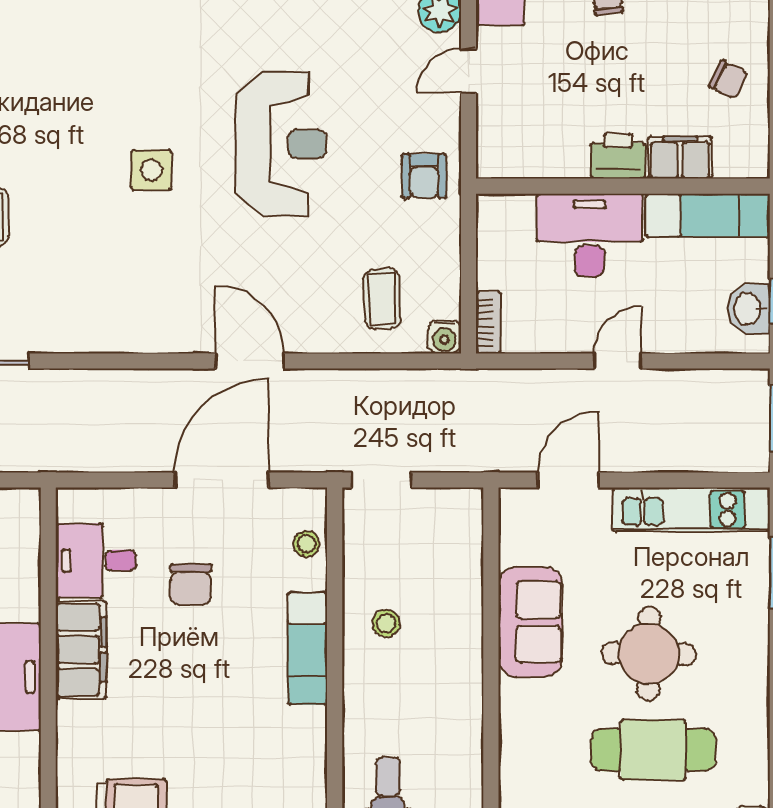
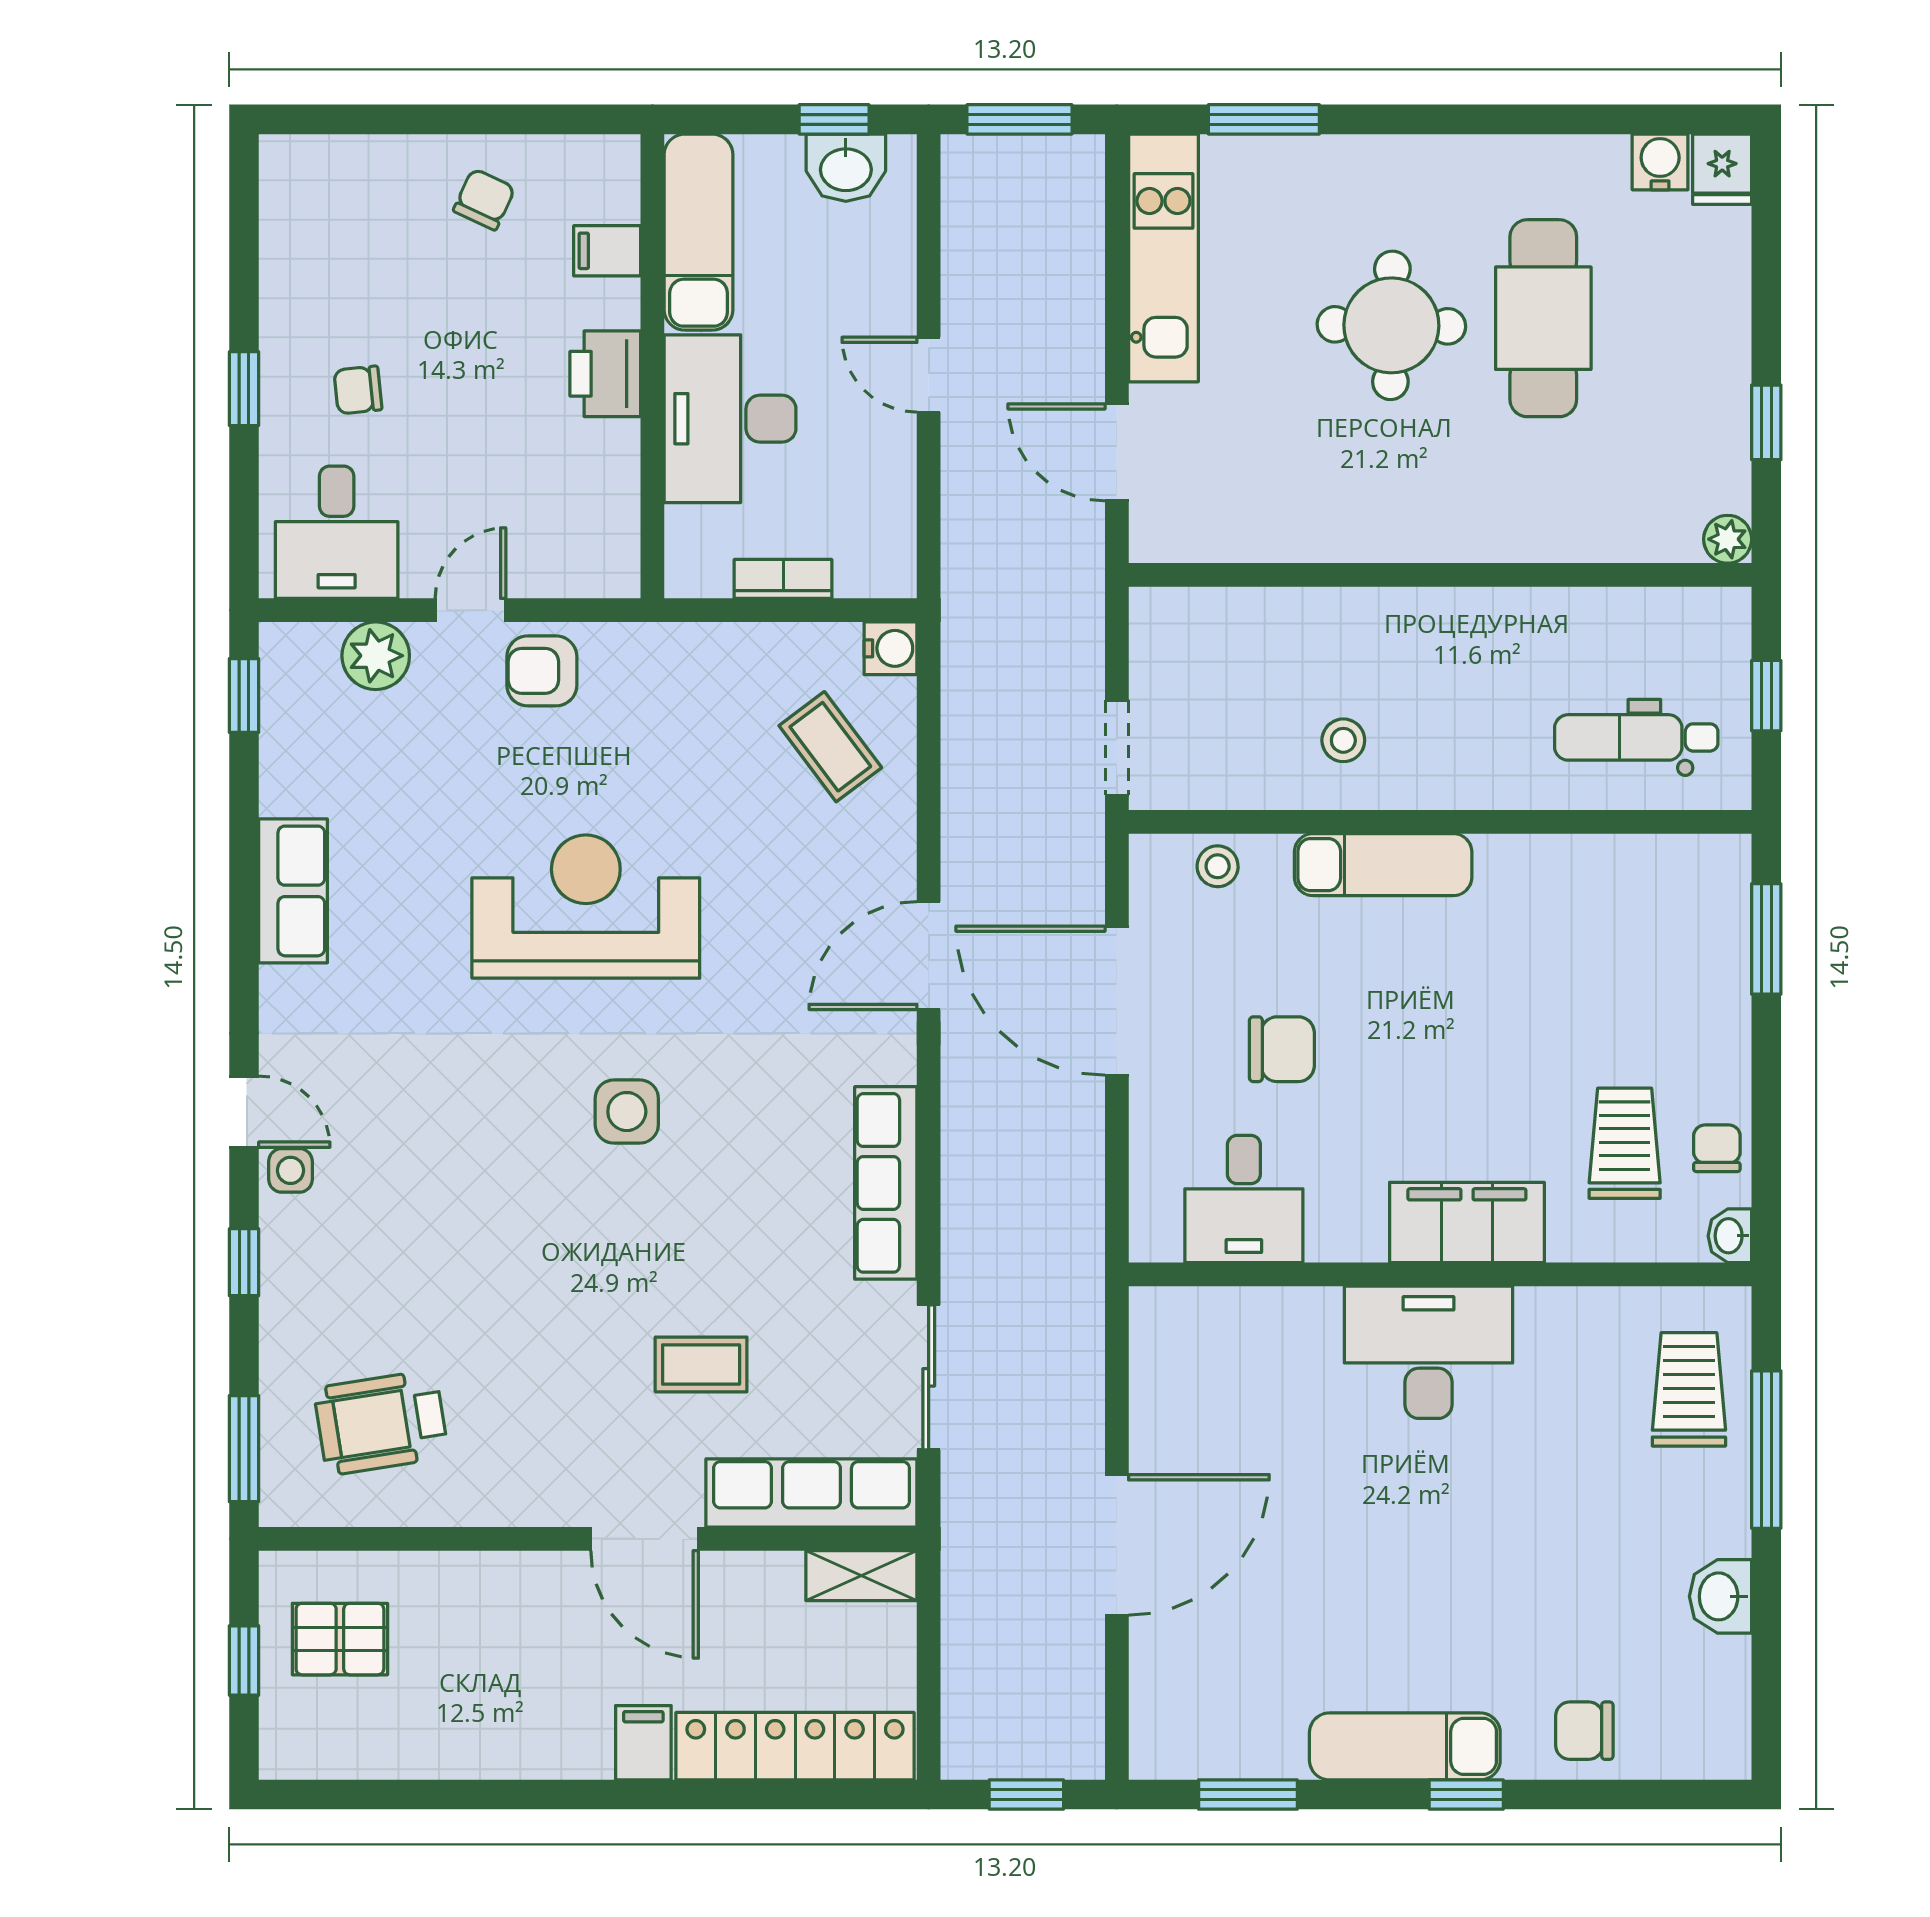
door: (469, 71) -> (470, 610), swing flipped
filing cabinet: (680, 158) -> (607, 251), width x0.50
armchair: (424, 176) -> (542, 671), moved, turned 180
coffee table: (382, 299) -> (830, 747), turned 55
bookcase: (488, 323) -> (783, 579), moved
row of seats: (106, 334) -> (886, 1183), added
sofa: (530, 622) -> (1341, 513), removed
filing cabinet: (81, 650) -> (1467, 1222), moved

